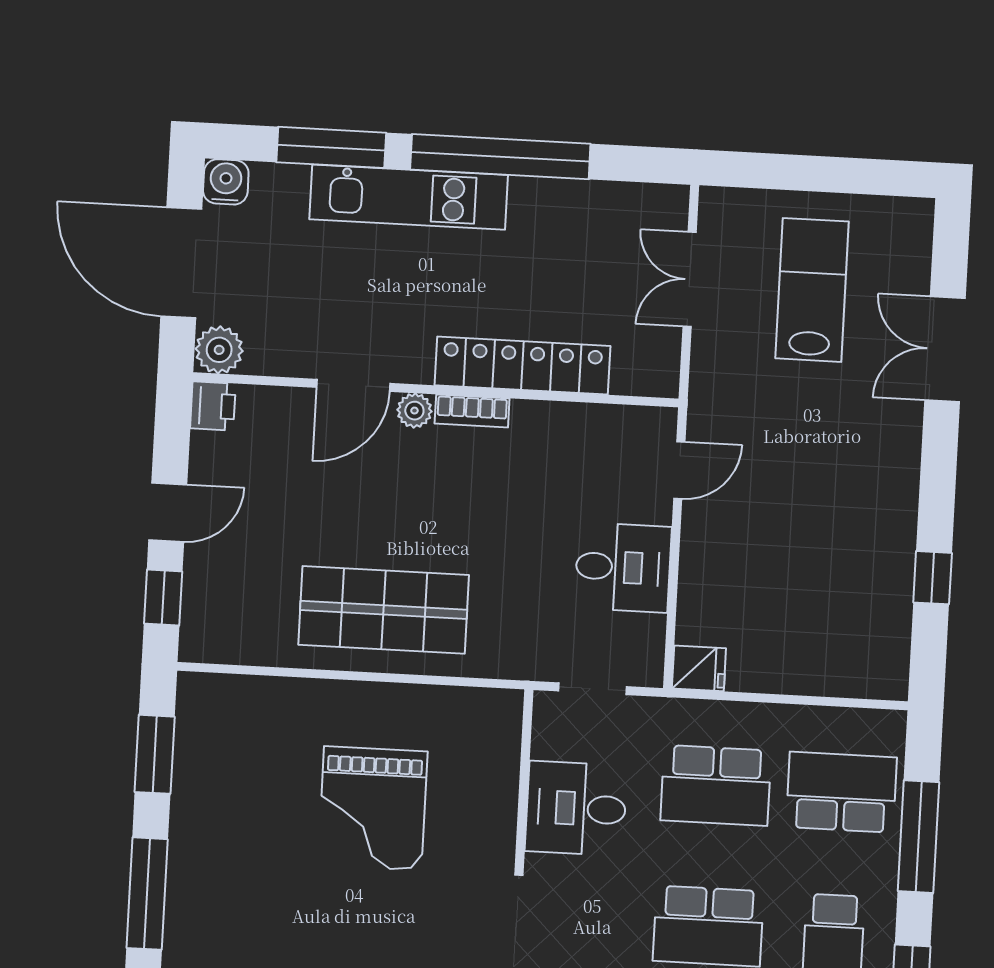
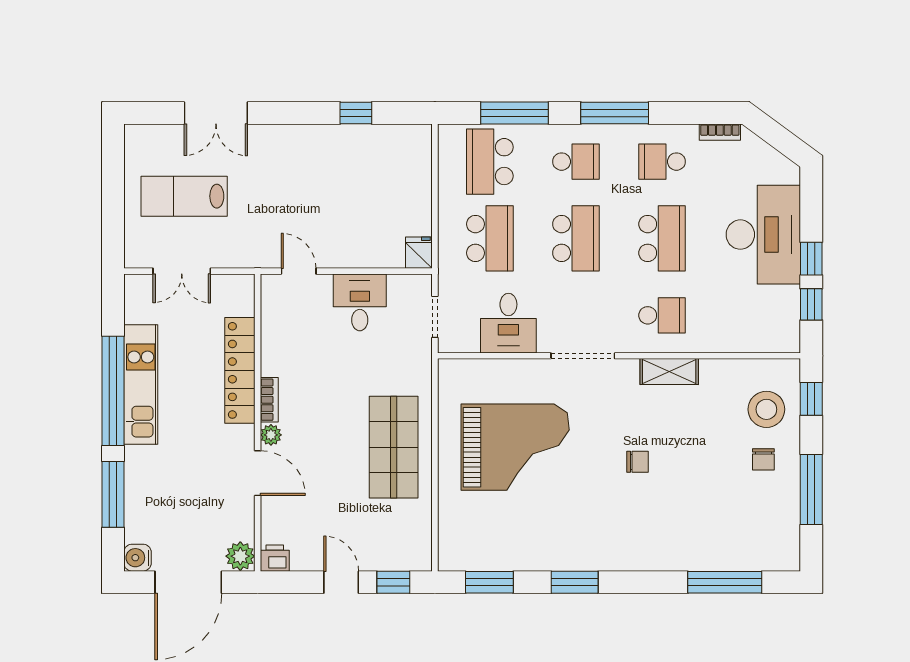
kitchen unit: (409, 197) -> (141, 385), moved
grand piano: (373, 808) -> (515, 447), width x1.37, depth x1.48
window: (147, 894) -> (575, 582), width x0.69

